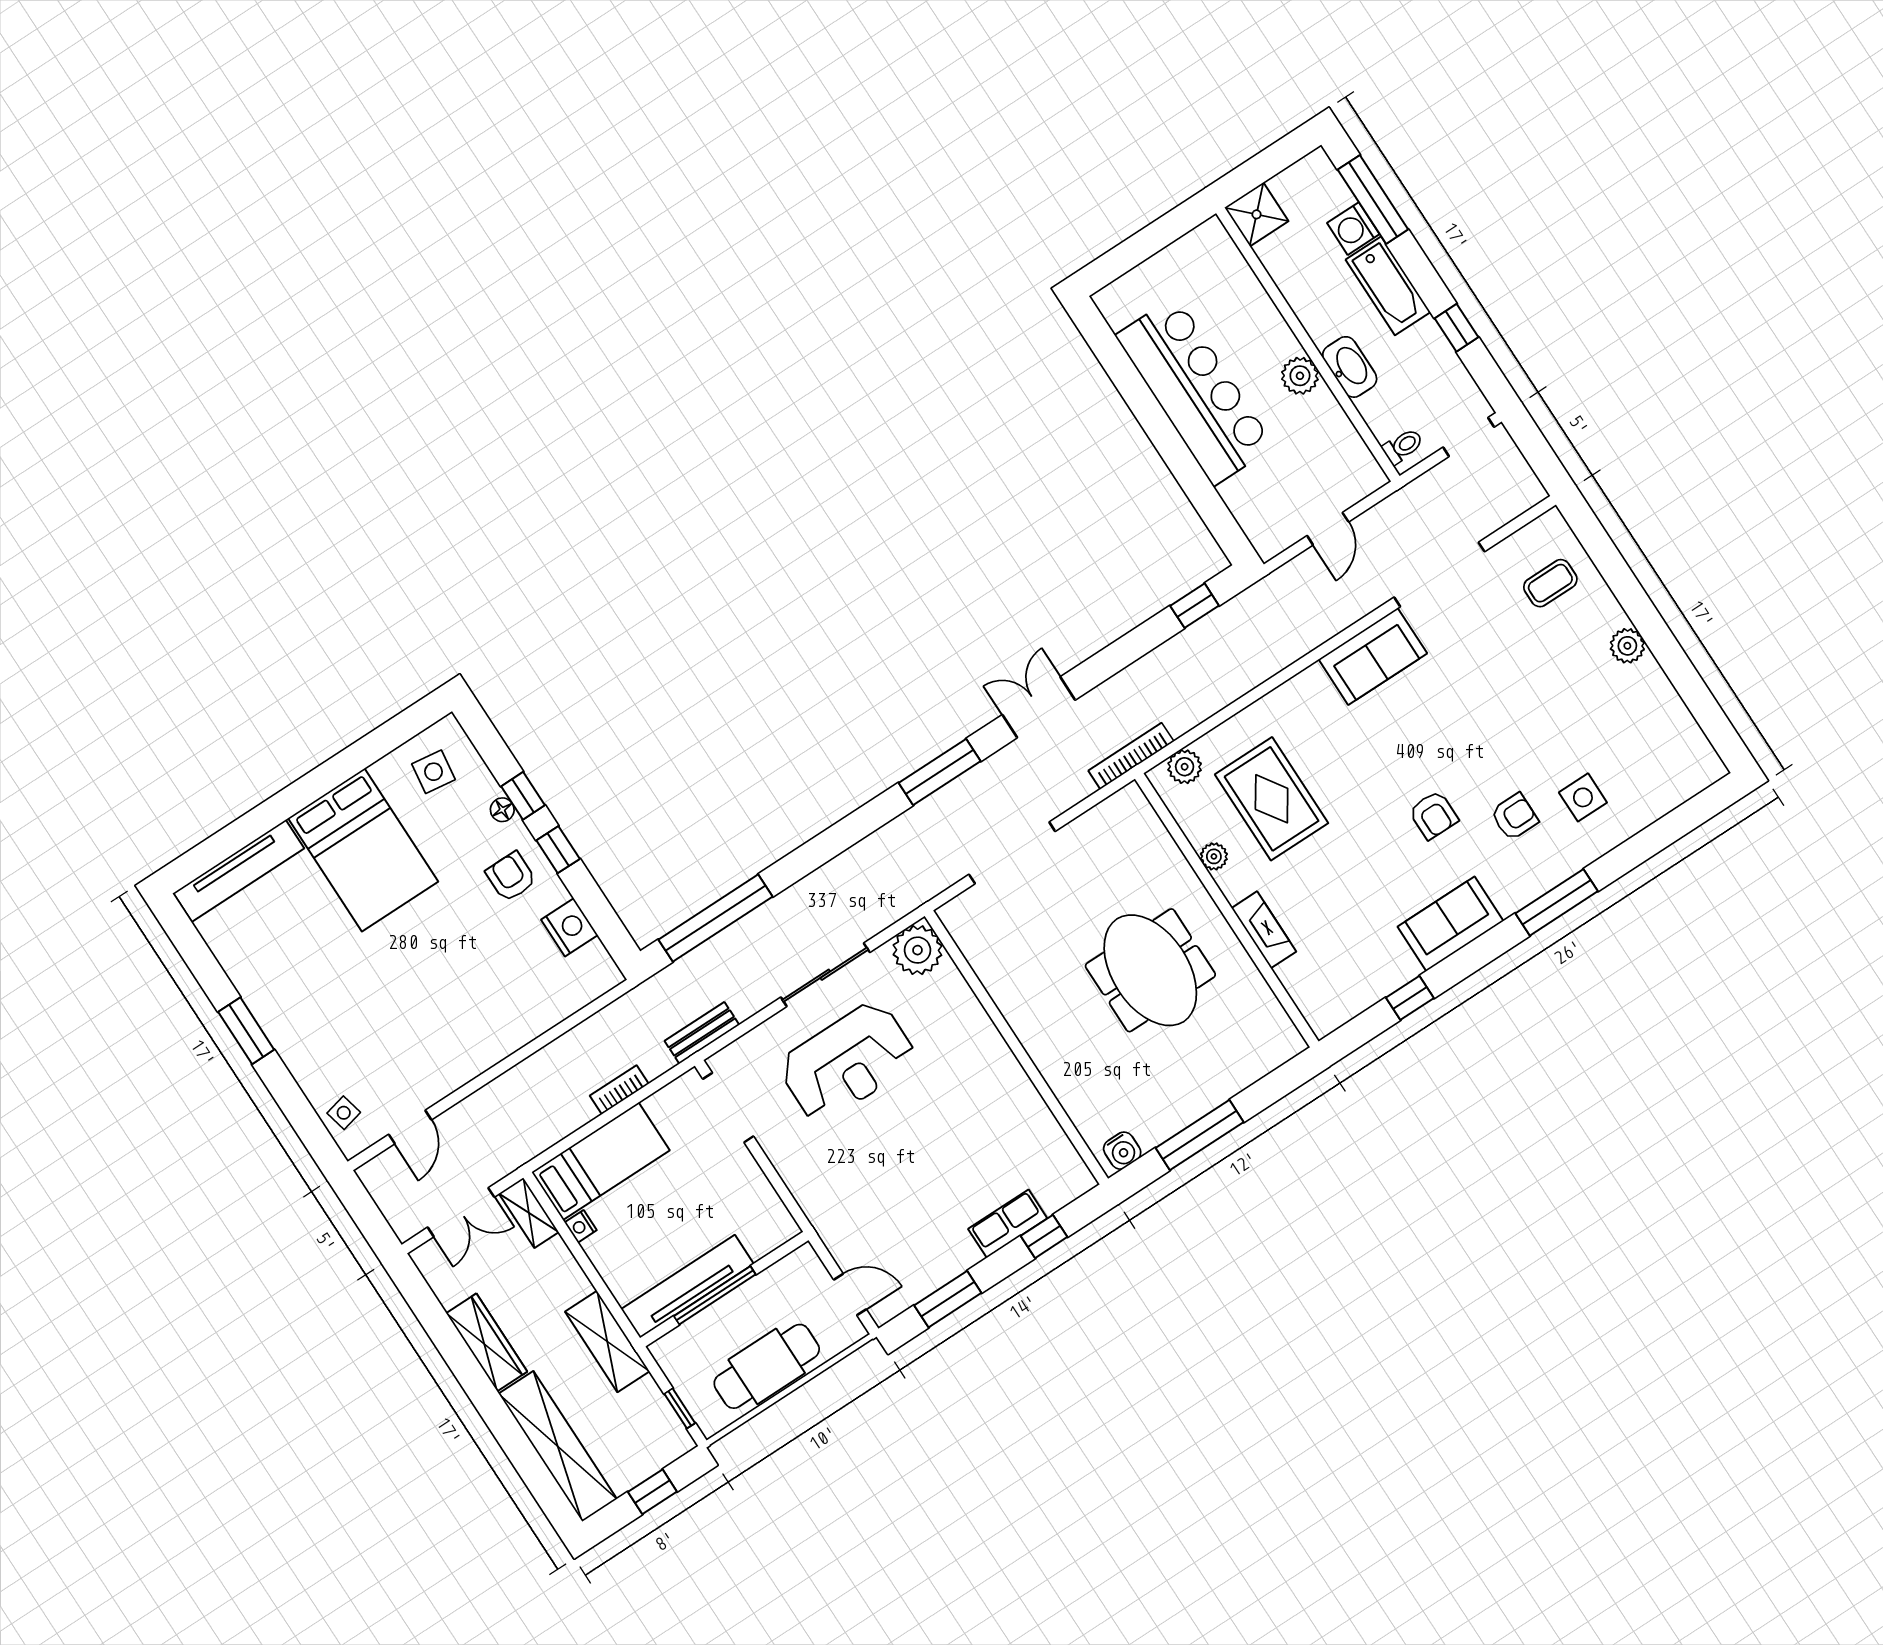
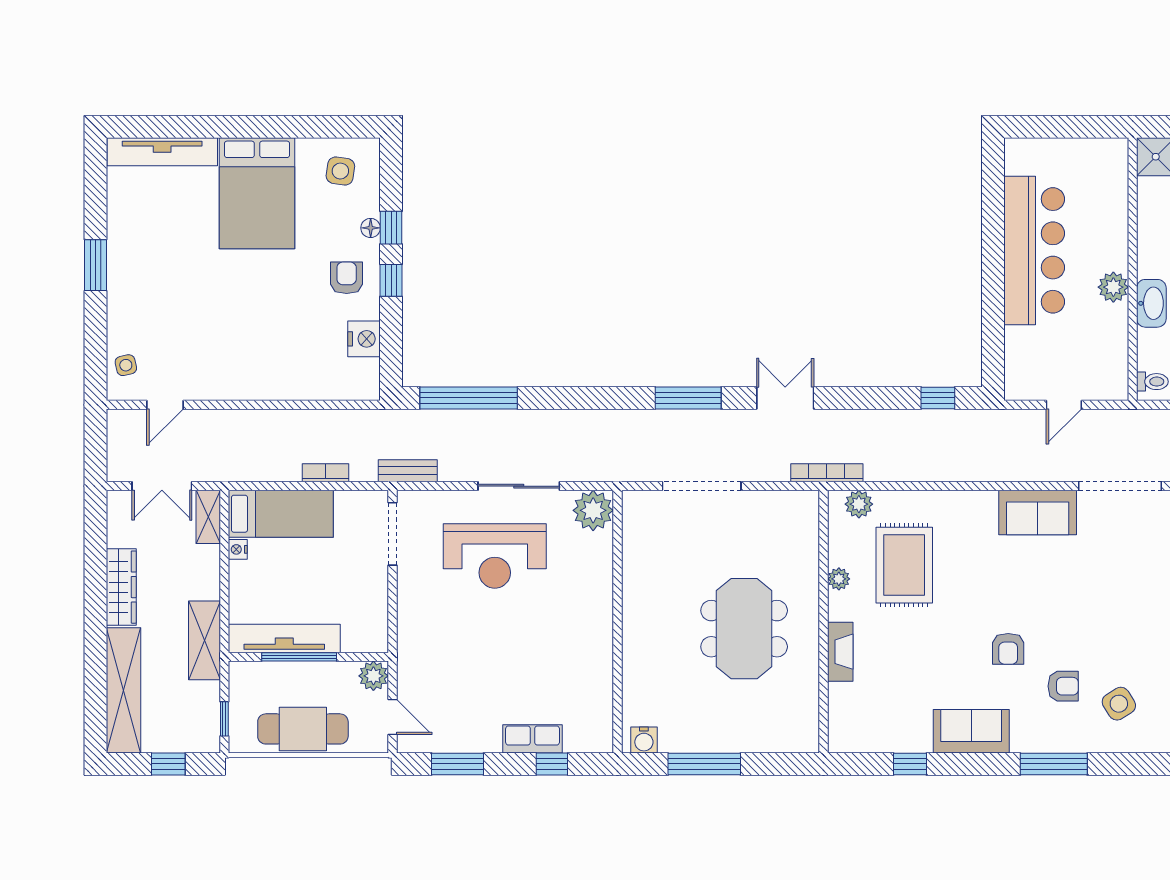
side table: (1583, 797) -> (1119, 704), turned -32
plant: (803, 1265) -> (373, 676), added

